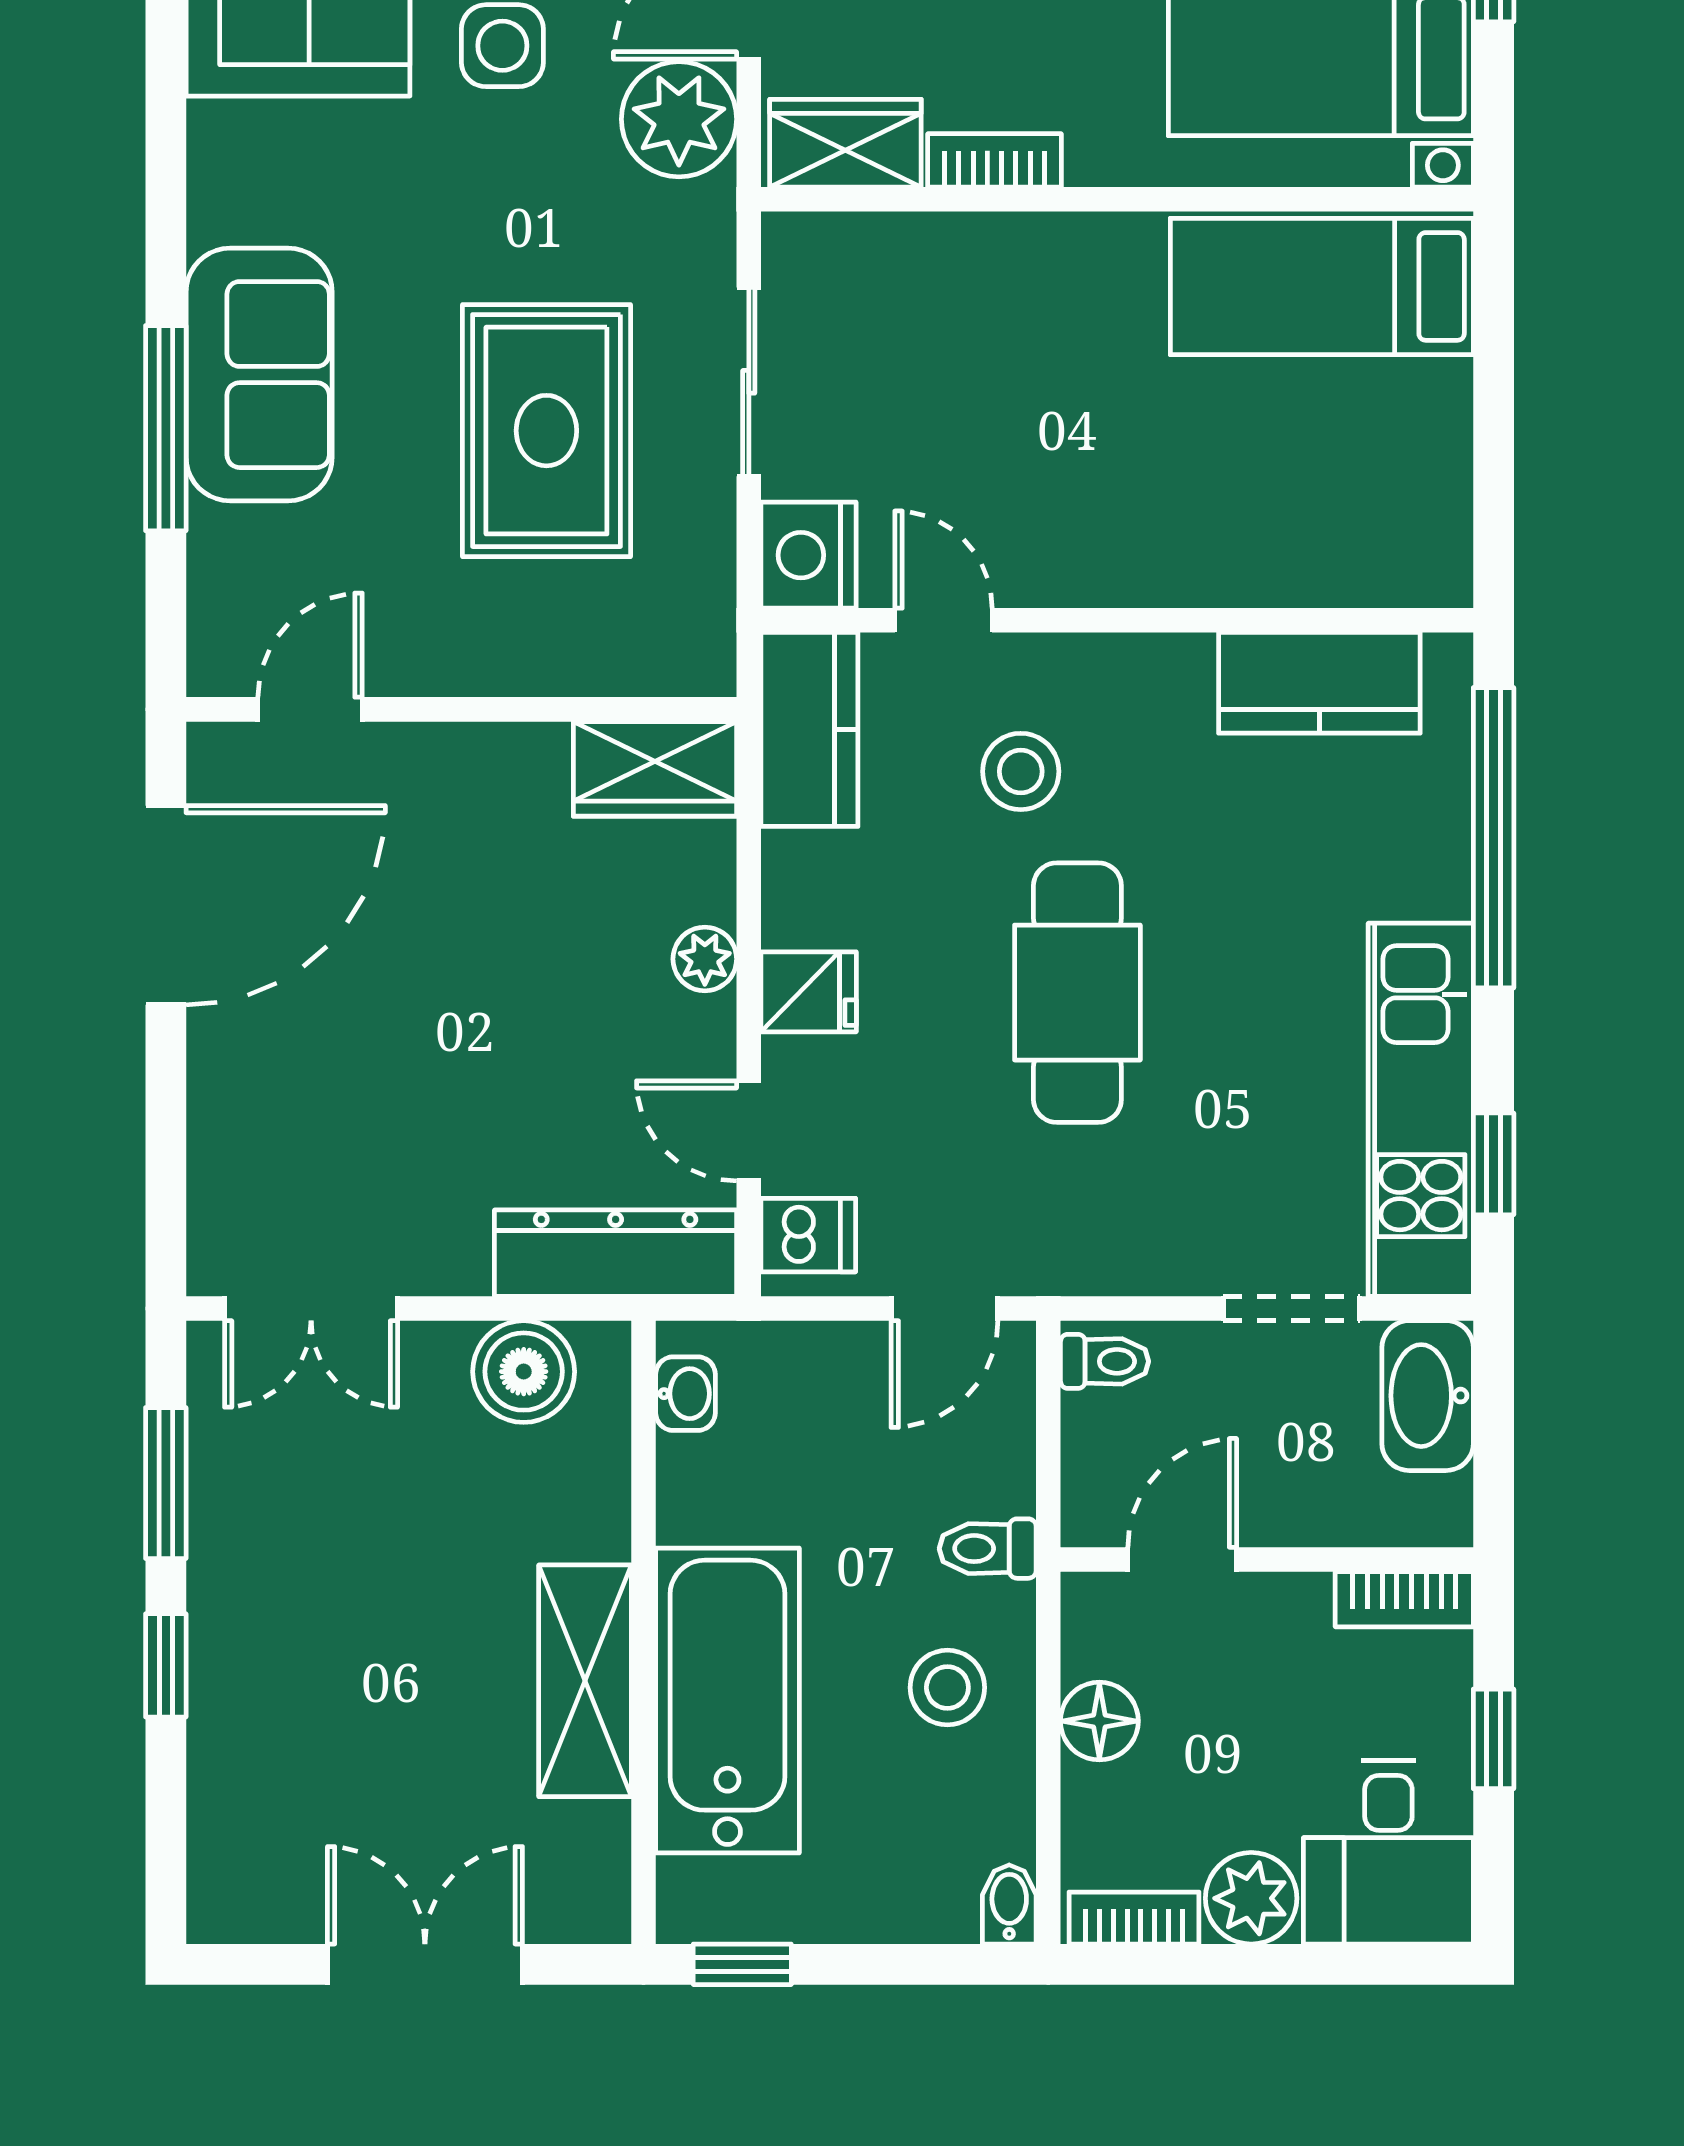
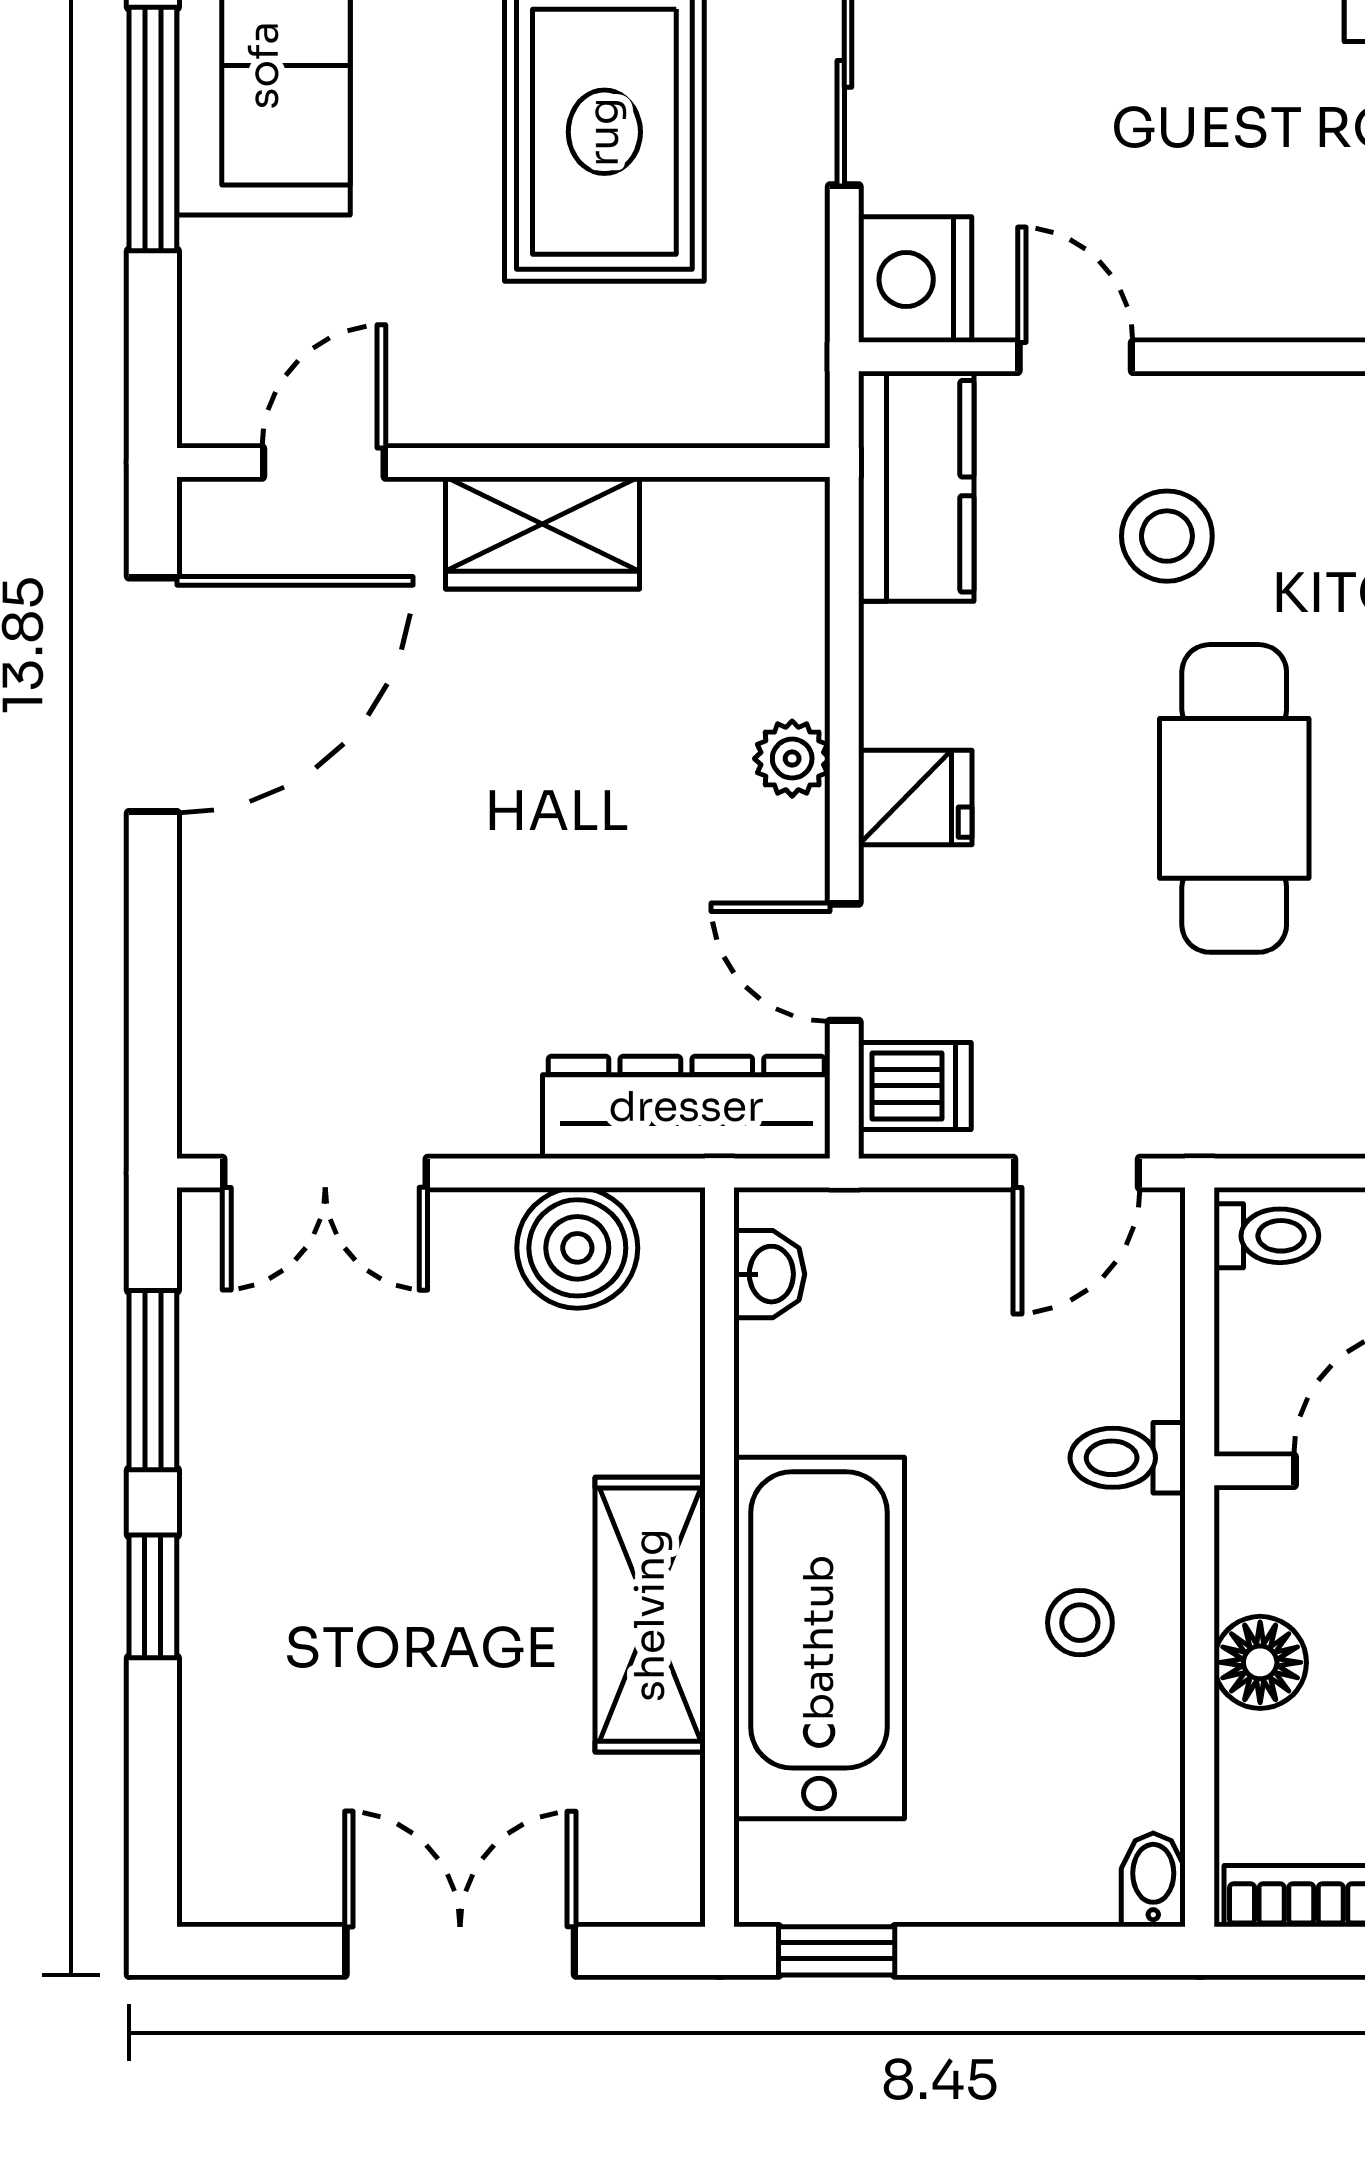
wardrobe: (655, 769) -> (542, 533), moved
stool: (947, 1688) -> (1080, 1623), width x0.73, depth x0.73

